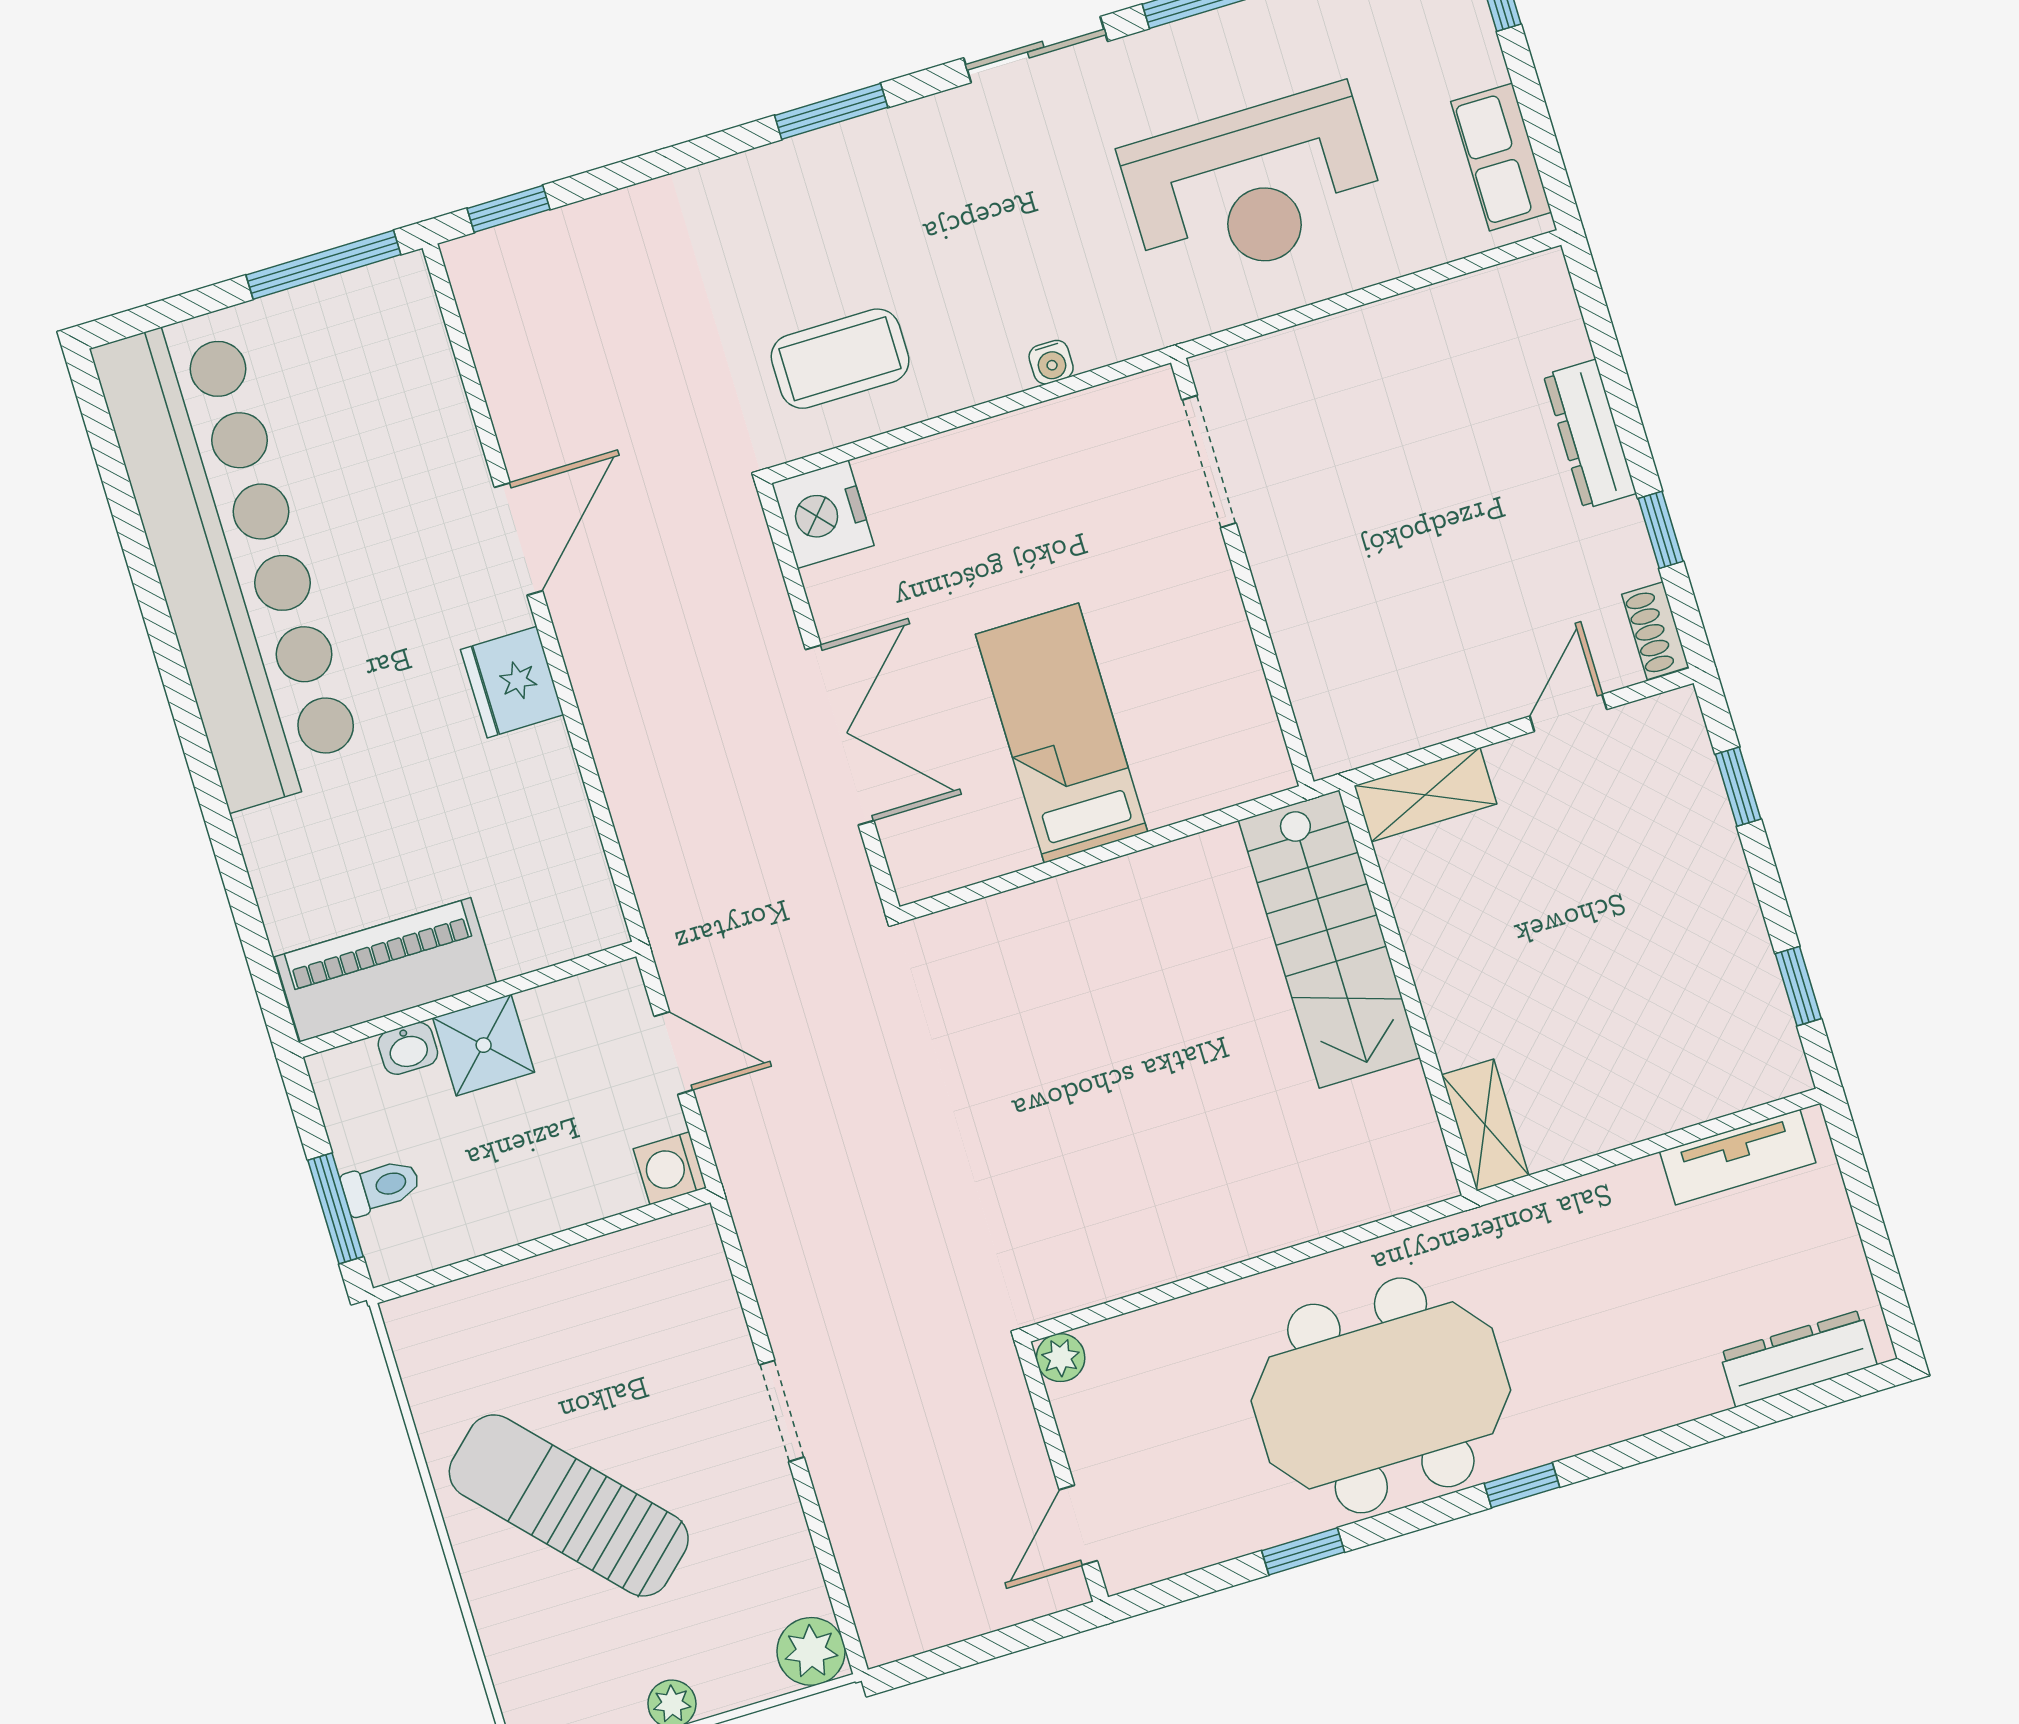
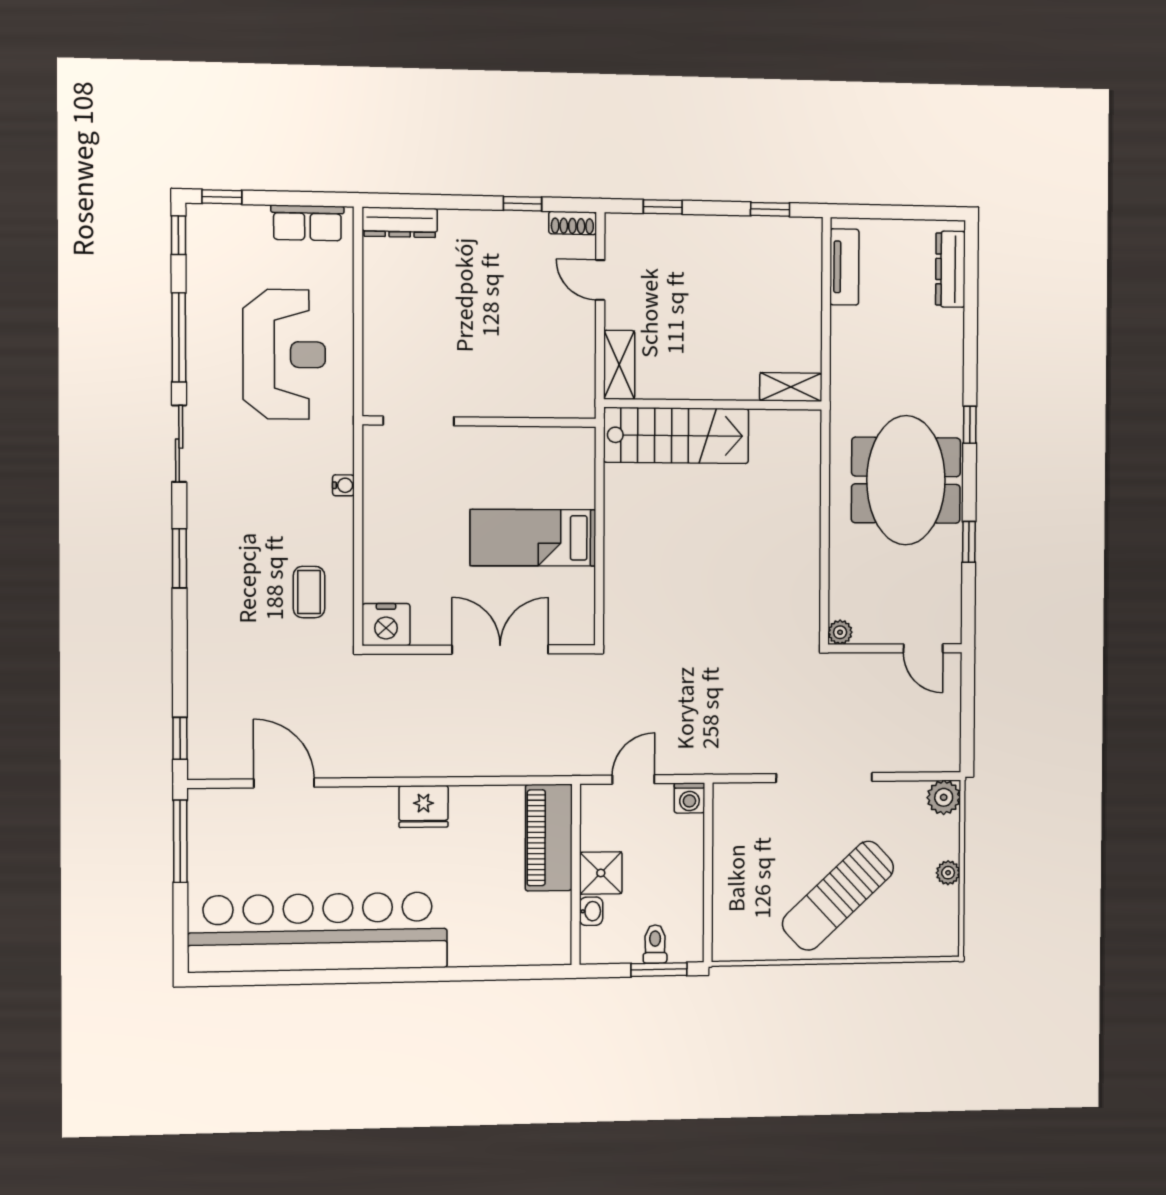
coffee table: (840, 359) -> (309, 592), width x0.73, depth x0.77
dresser: (1590, 434) -> (400, 222), moved
door: (518, 539) -> (284, 783), moved
piano: (385, 970) -> (549, 838), moved
doorway: (782, 1411) -> (824, 777), width x1.88

